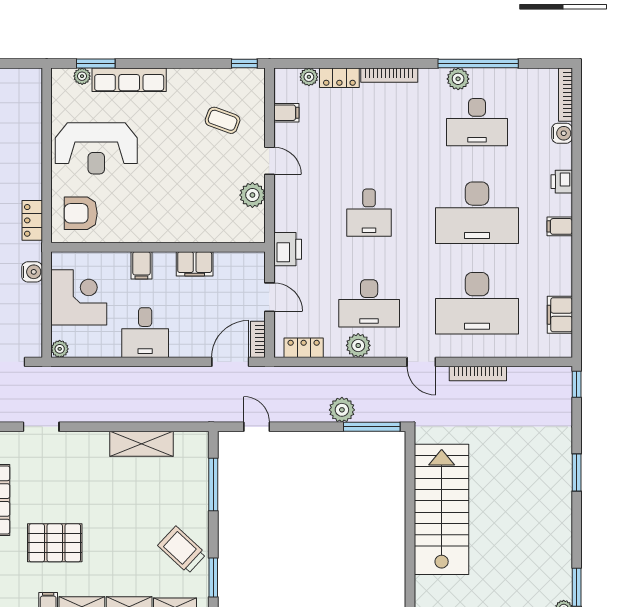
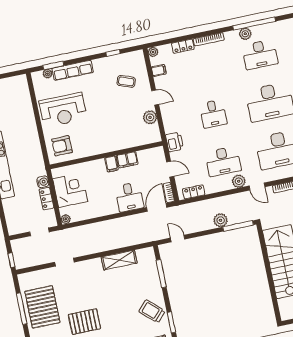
window: (244, 63) -> (113, 53), moved
plant: (309, 77) -> (153, 52), moved
locker: (32, 220) -> (46, 199), moved
filing cabinet: (141, 265) -> (111, 164), moved
desk: (145, 333) -> (129, 197), moved
plant: (358, 345) -> (239, 181), moved

